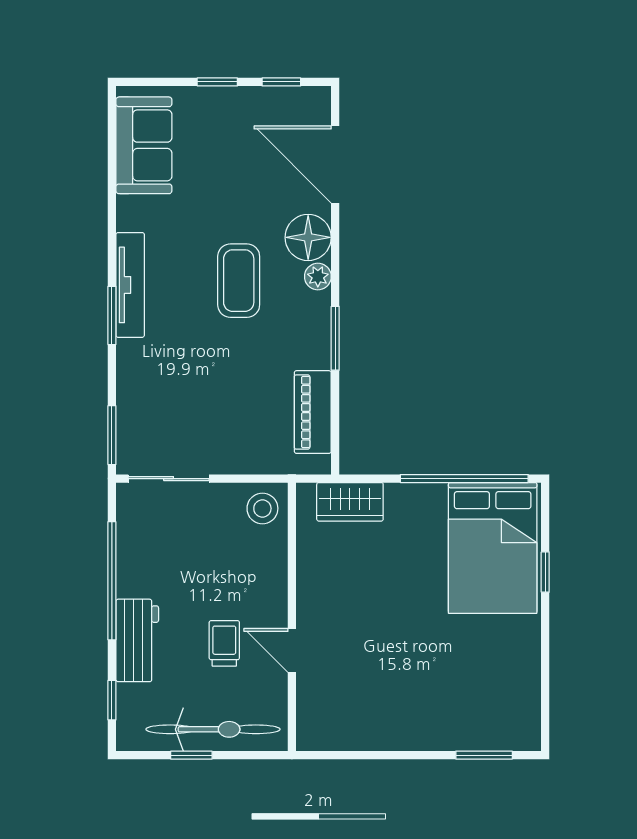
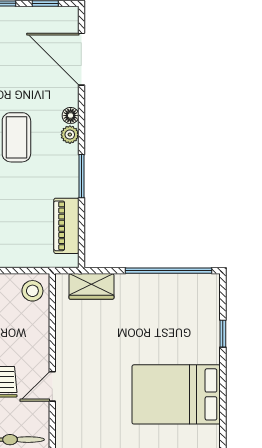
floor lamp: (308, 237) -> (71, 116), width x0.53, depth x0.53
bed: (493, 548) -> (176, 394), moved, turned 90
door: (292, 650) -> (52, 386), hinge flipped

